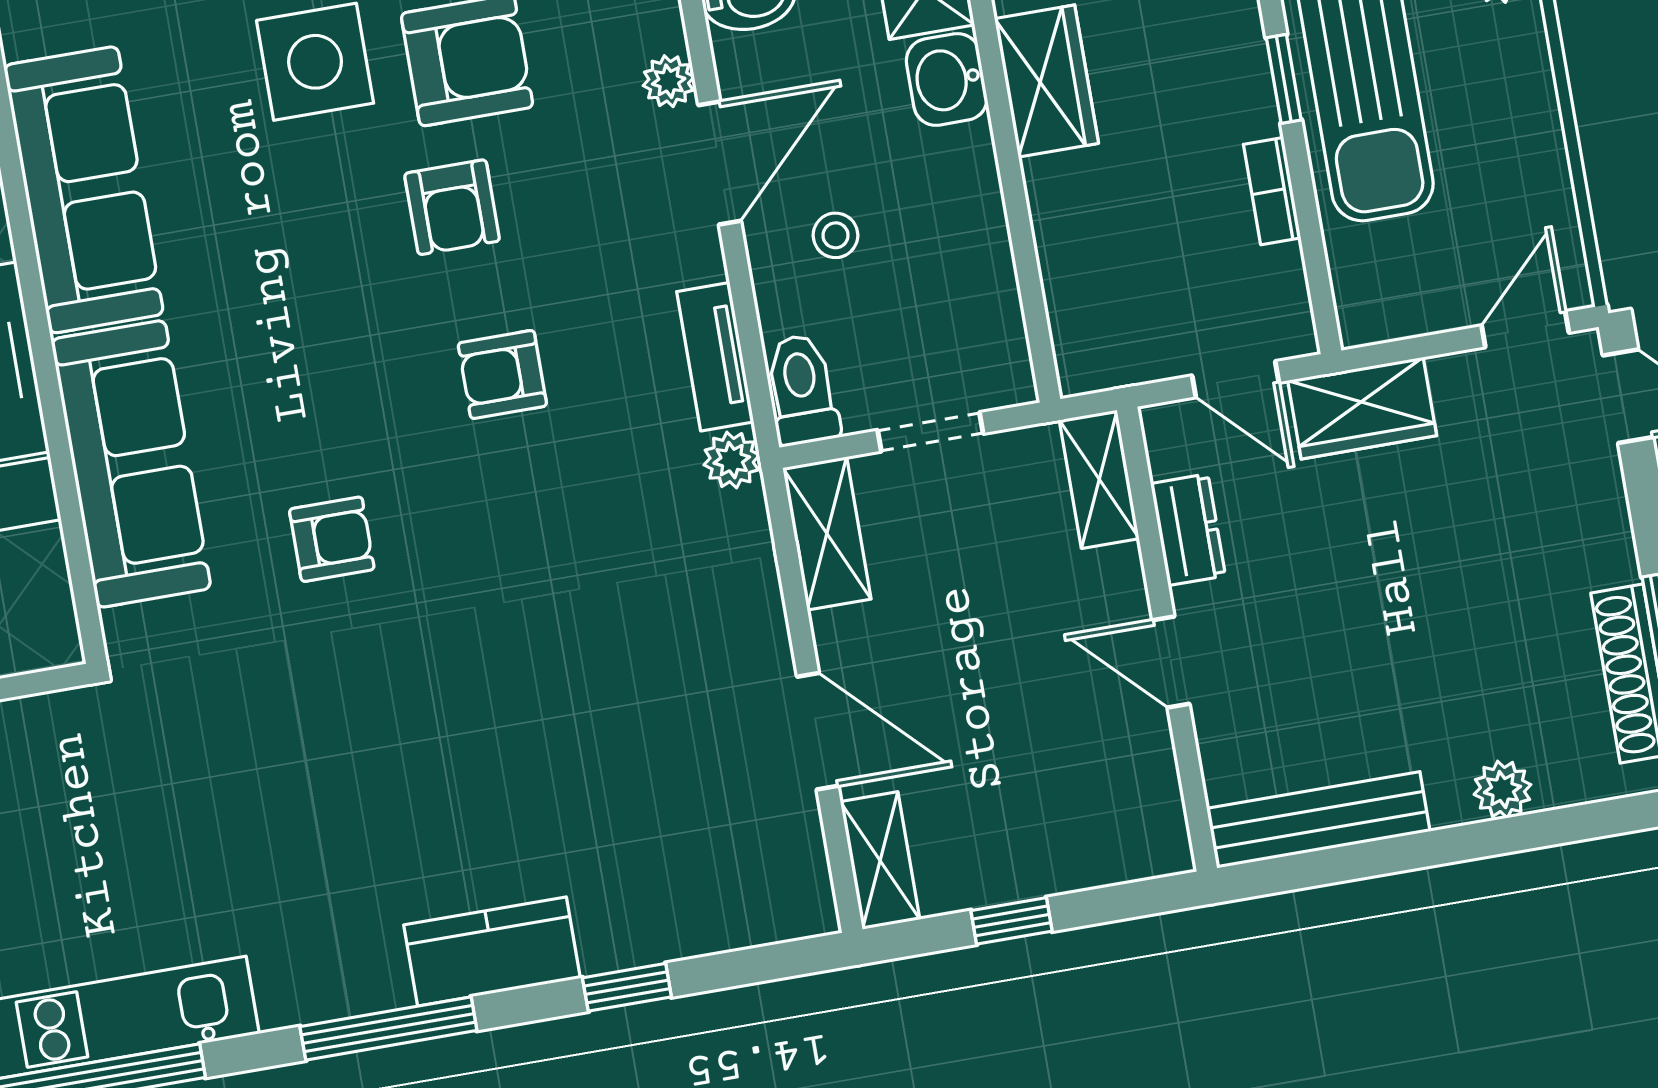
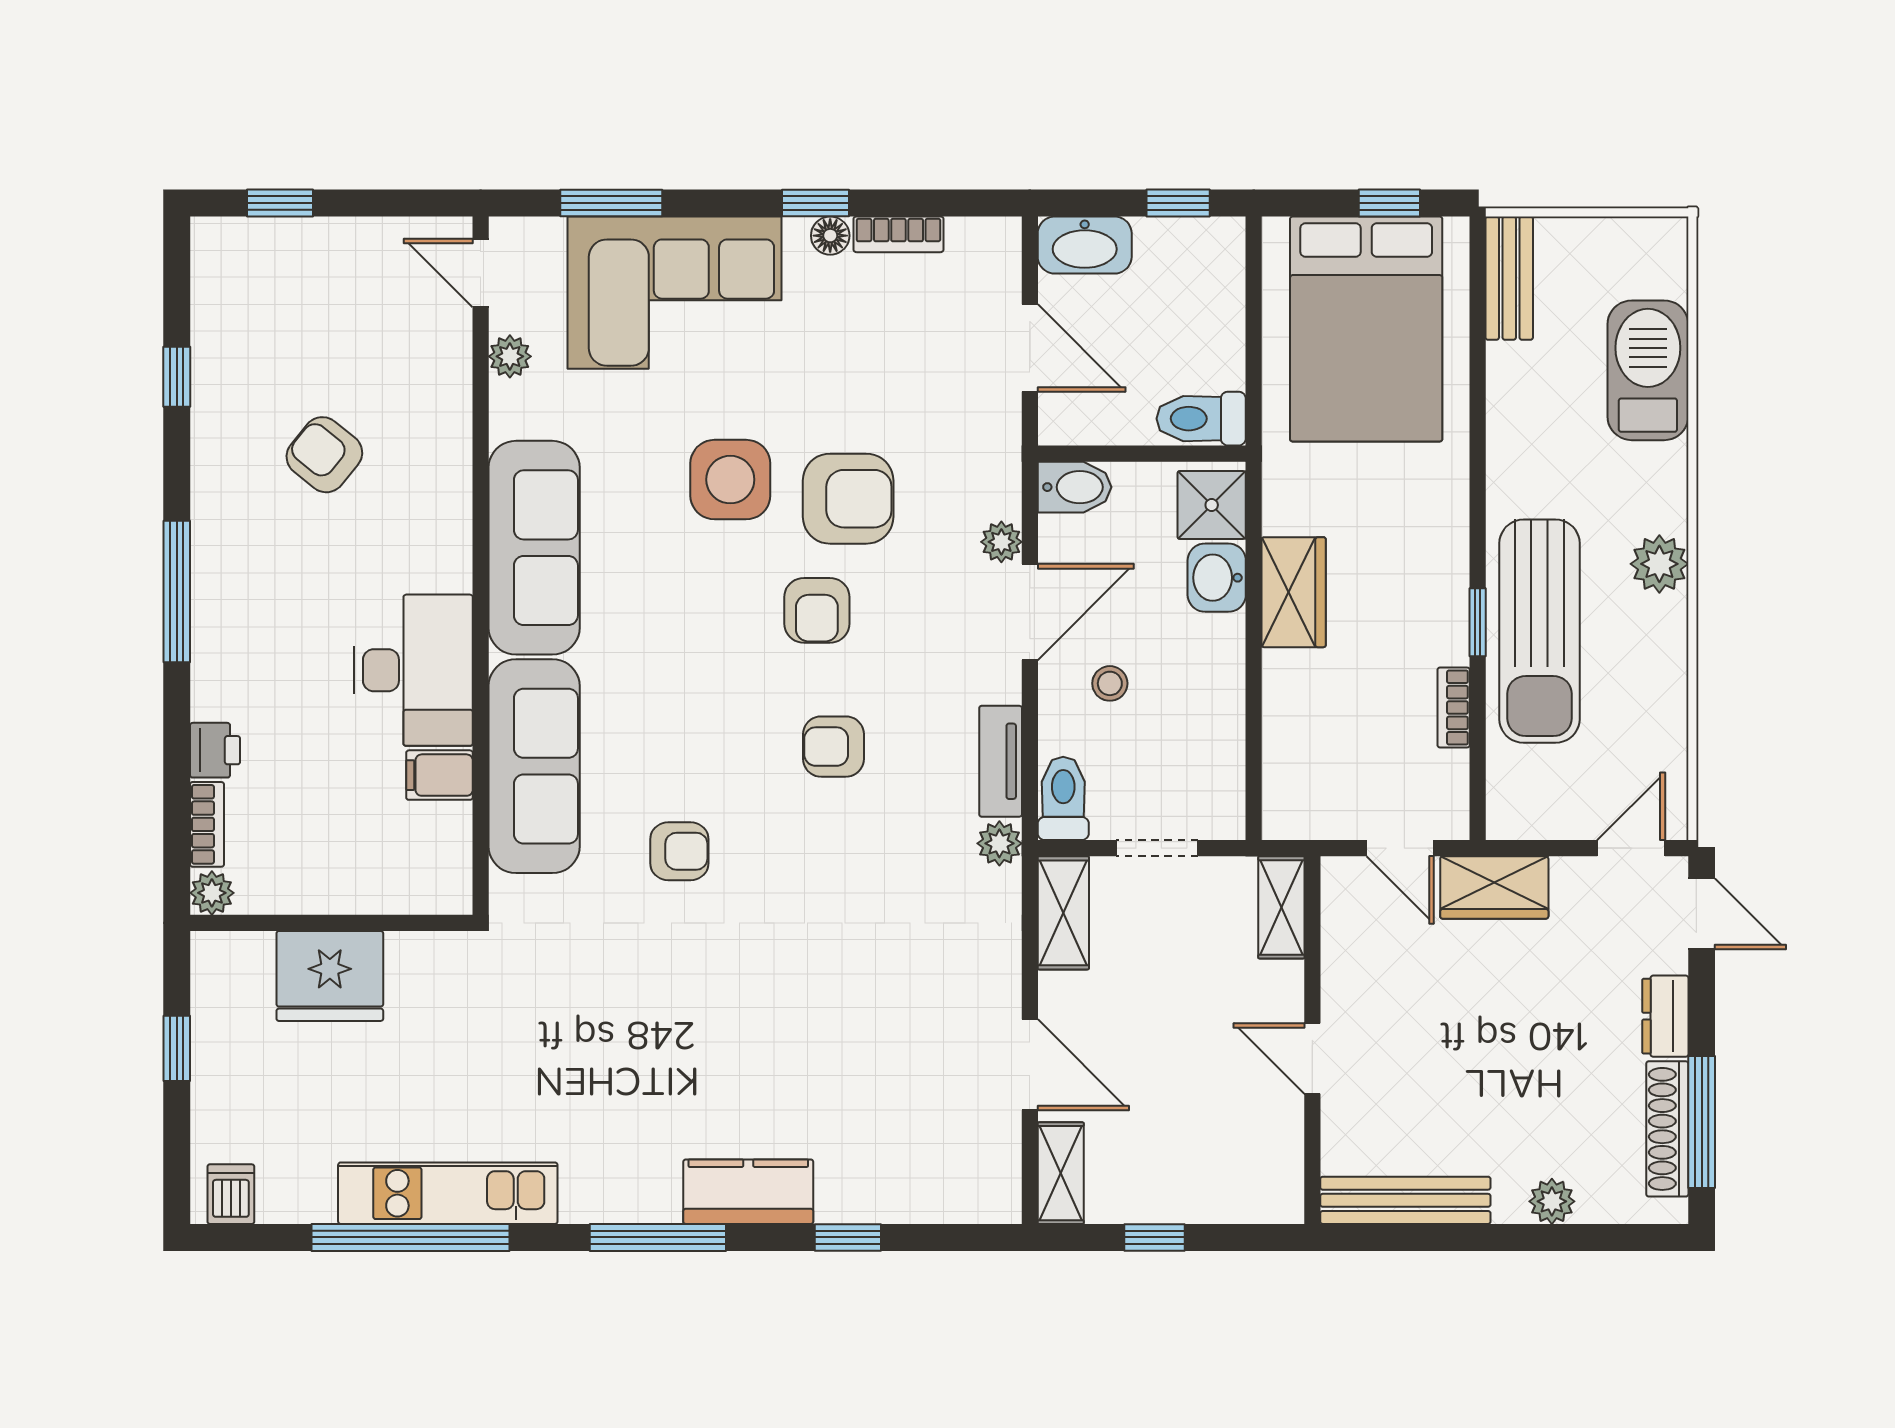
dresser: (1188, 530) -> (1665, 1016), moved, turned 180

